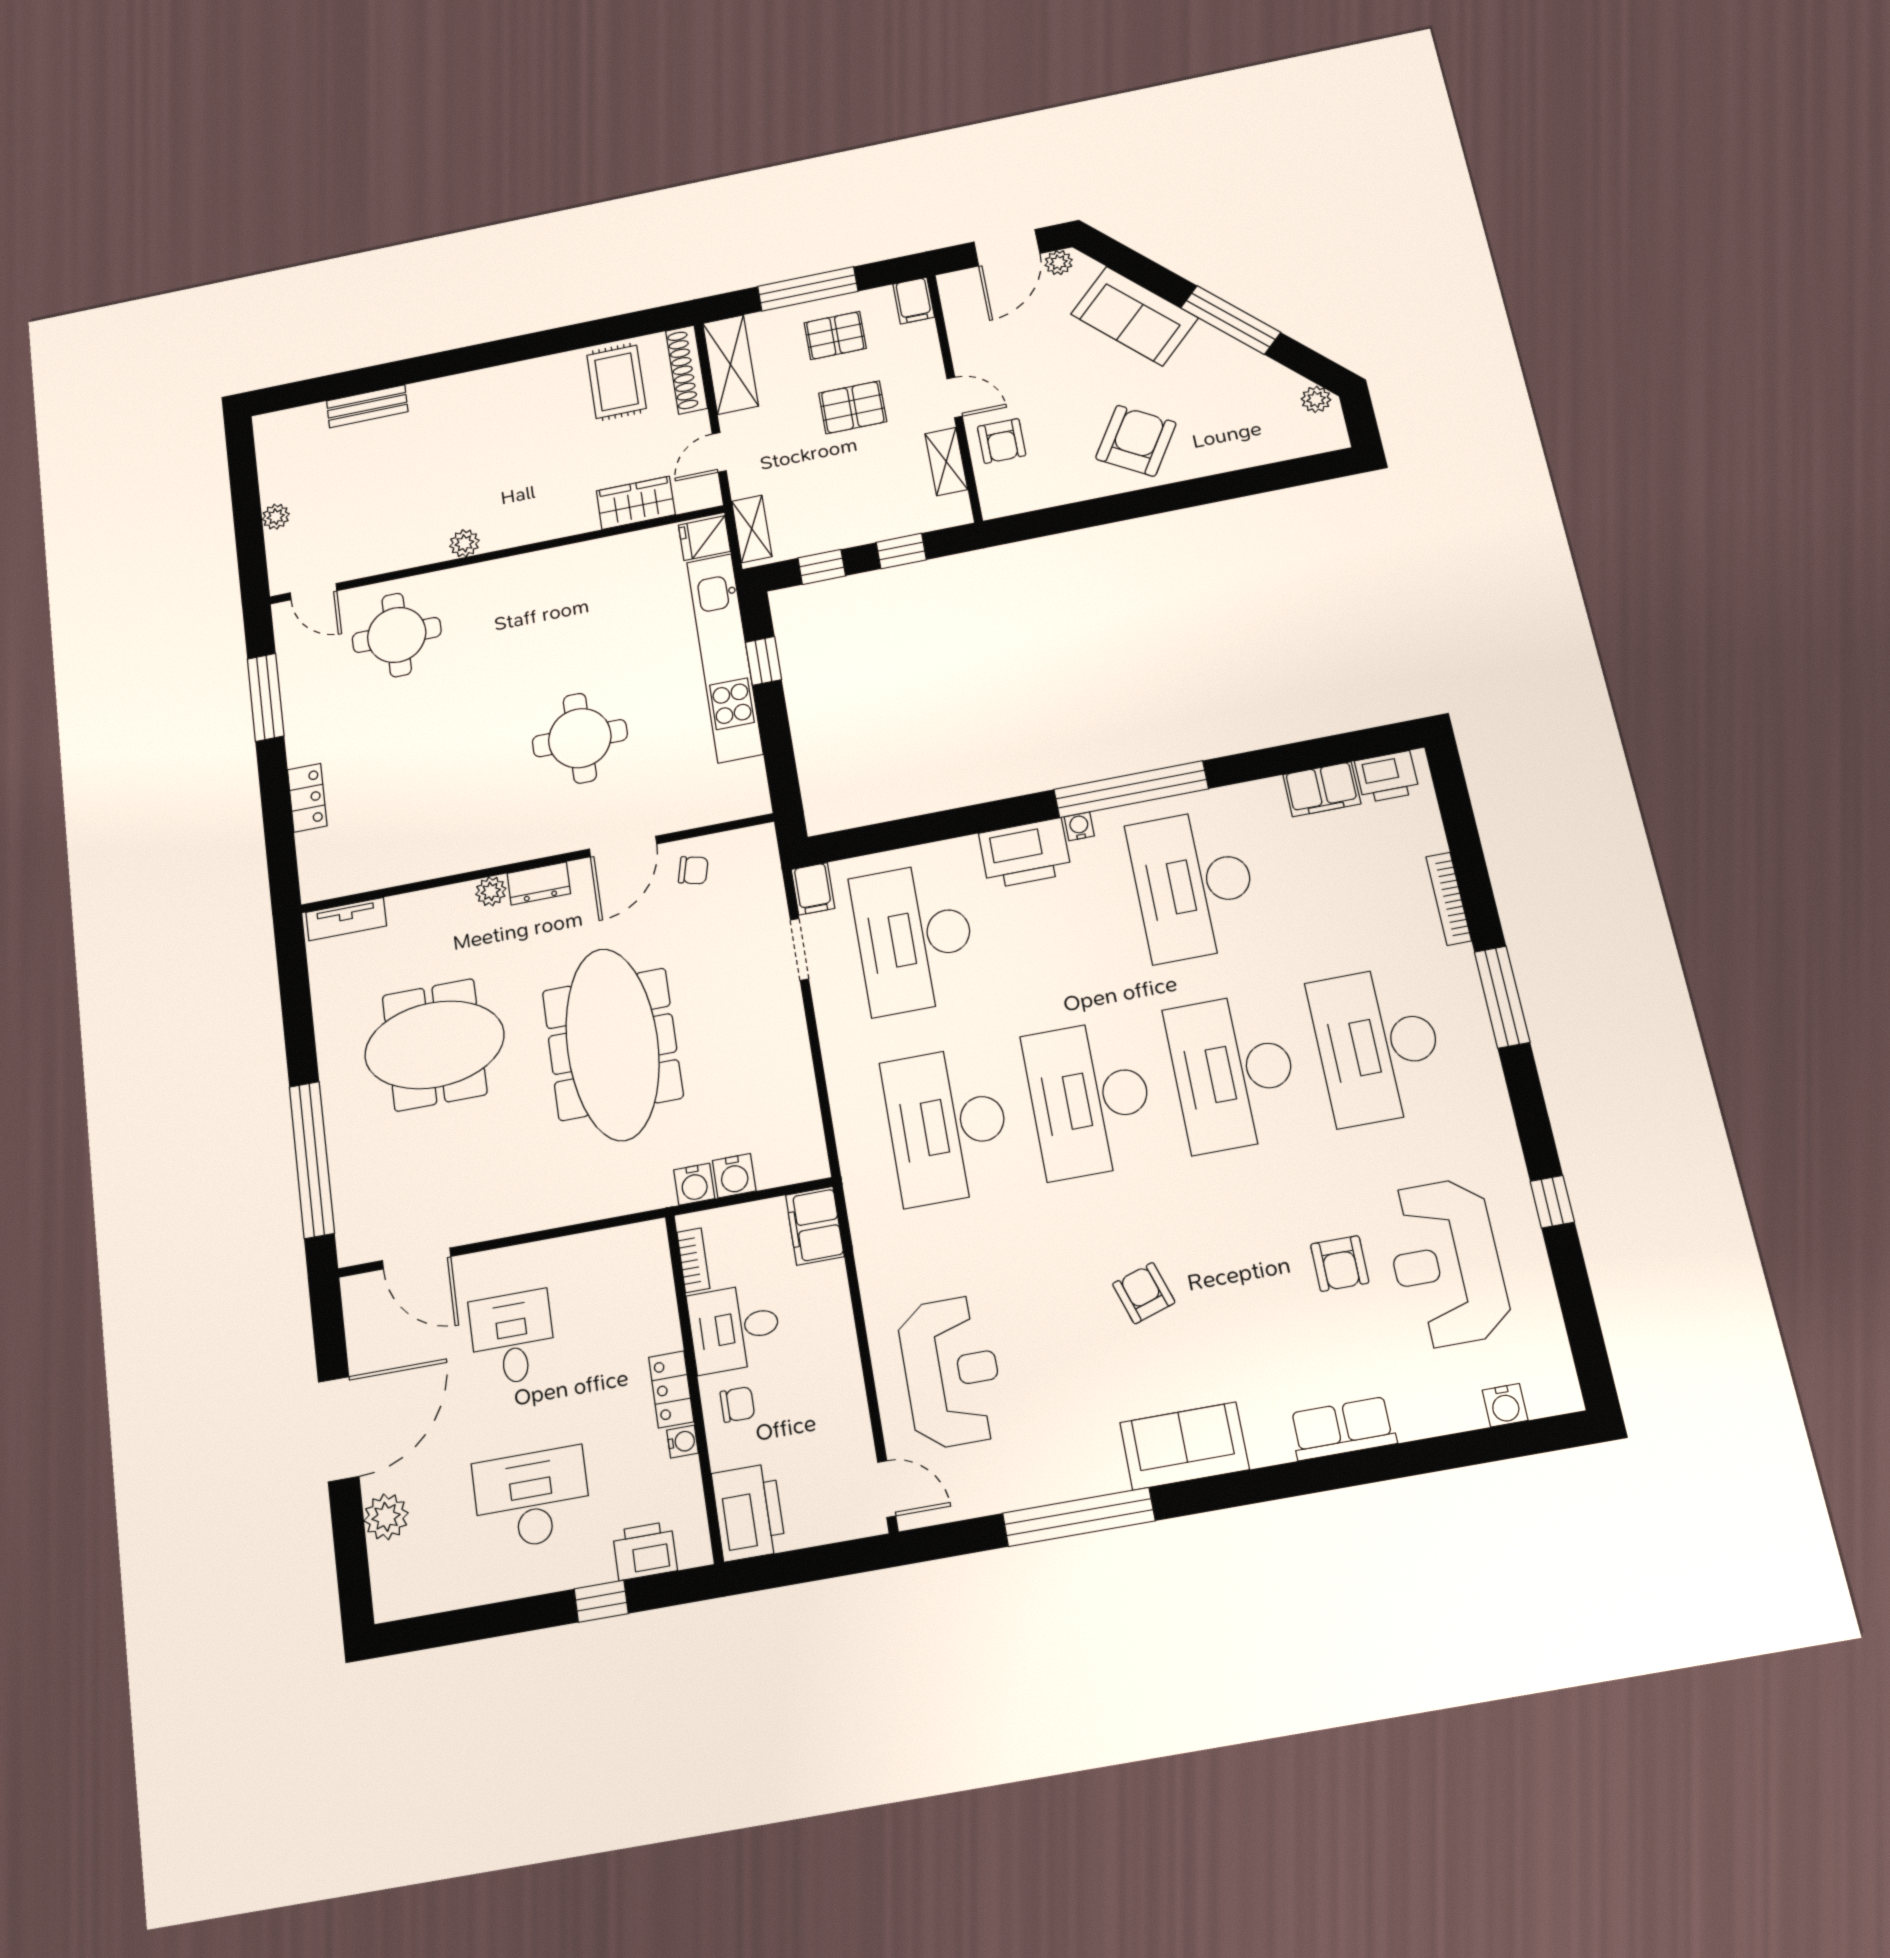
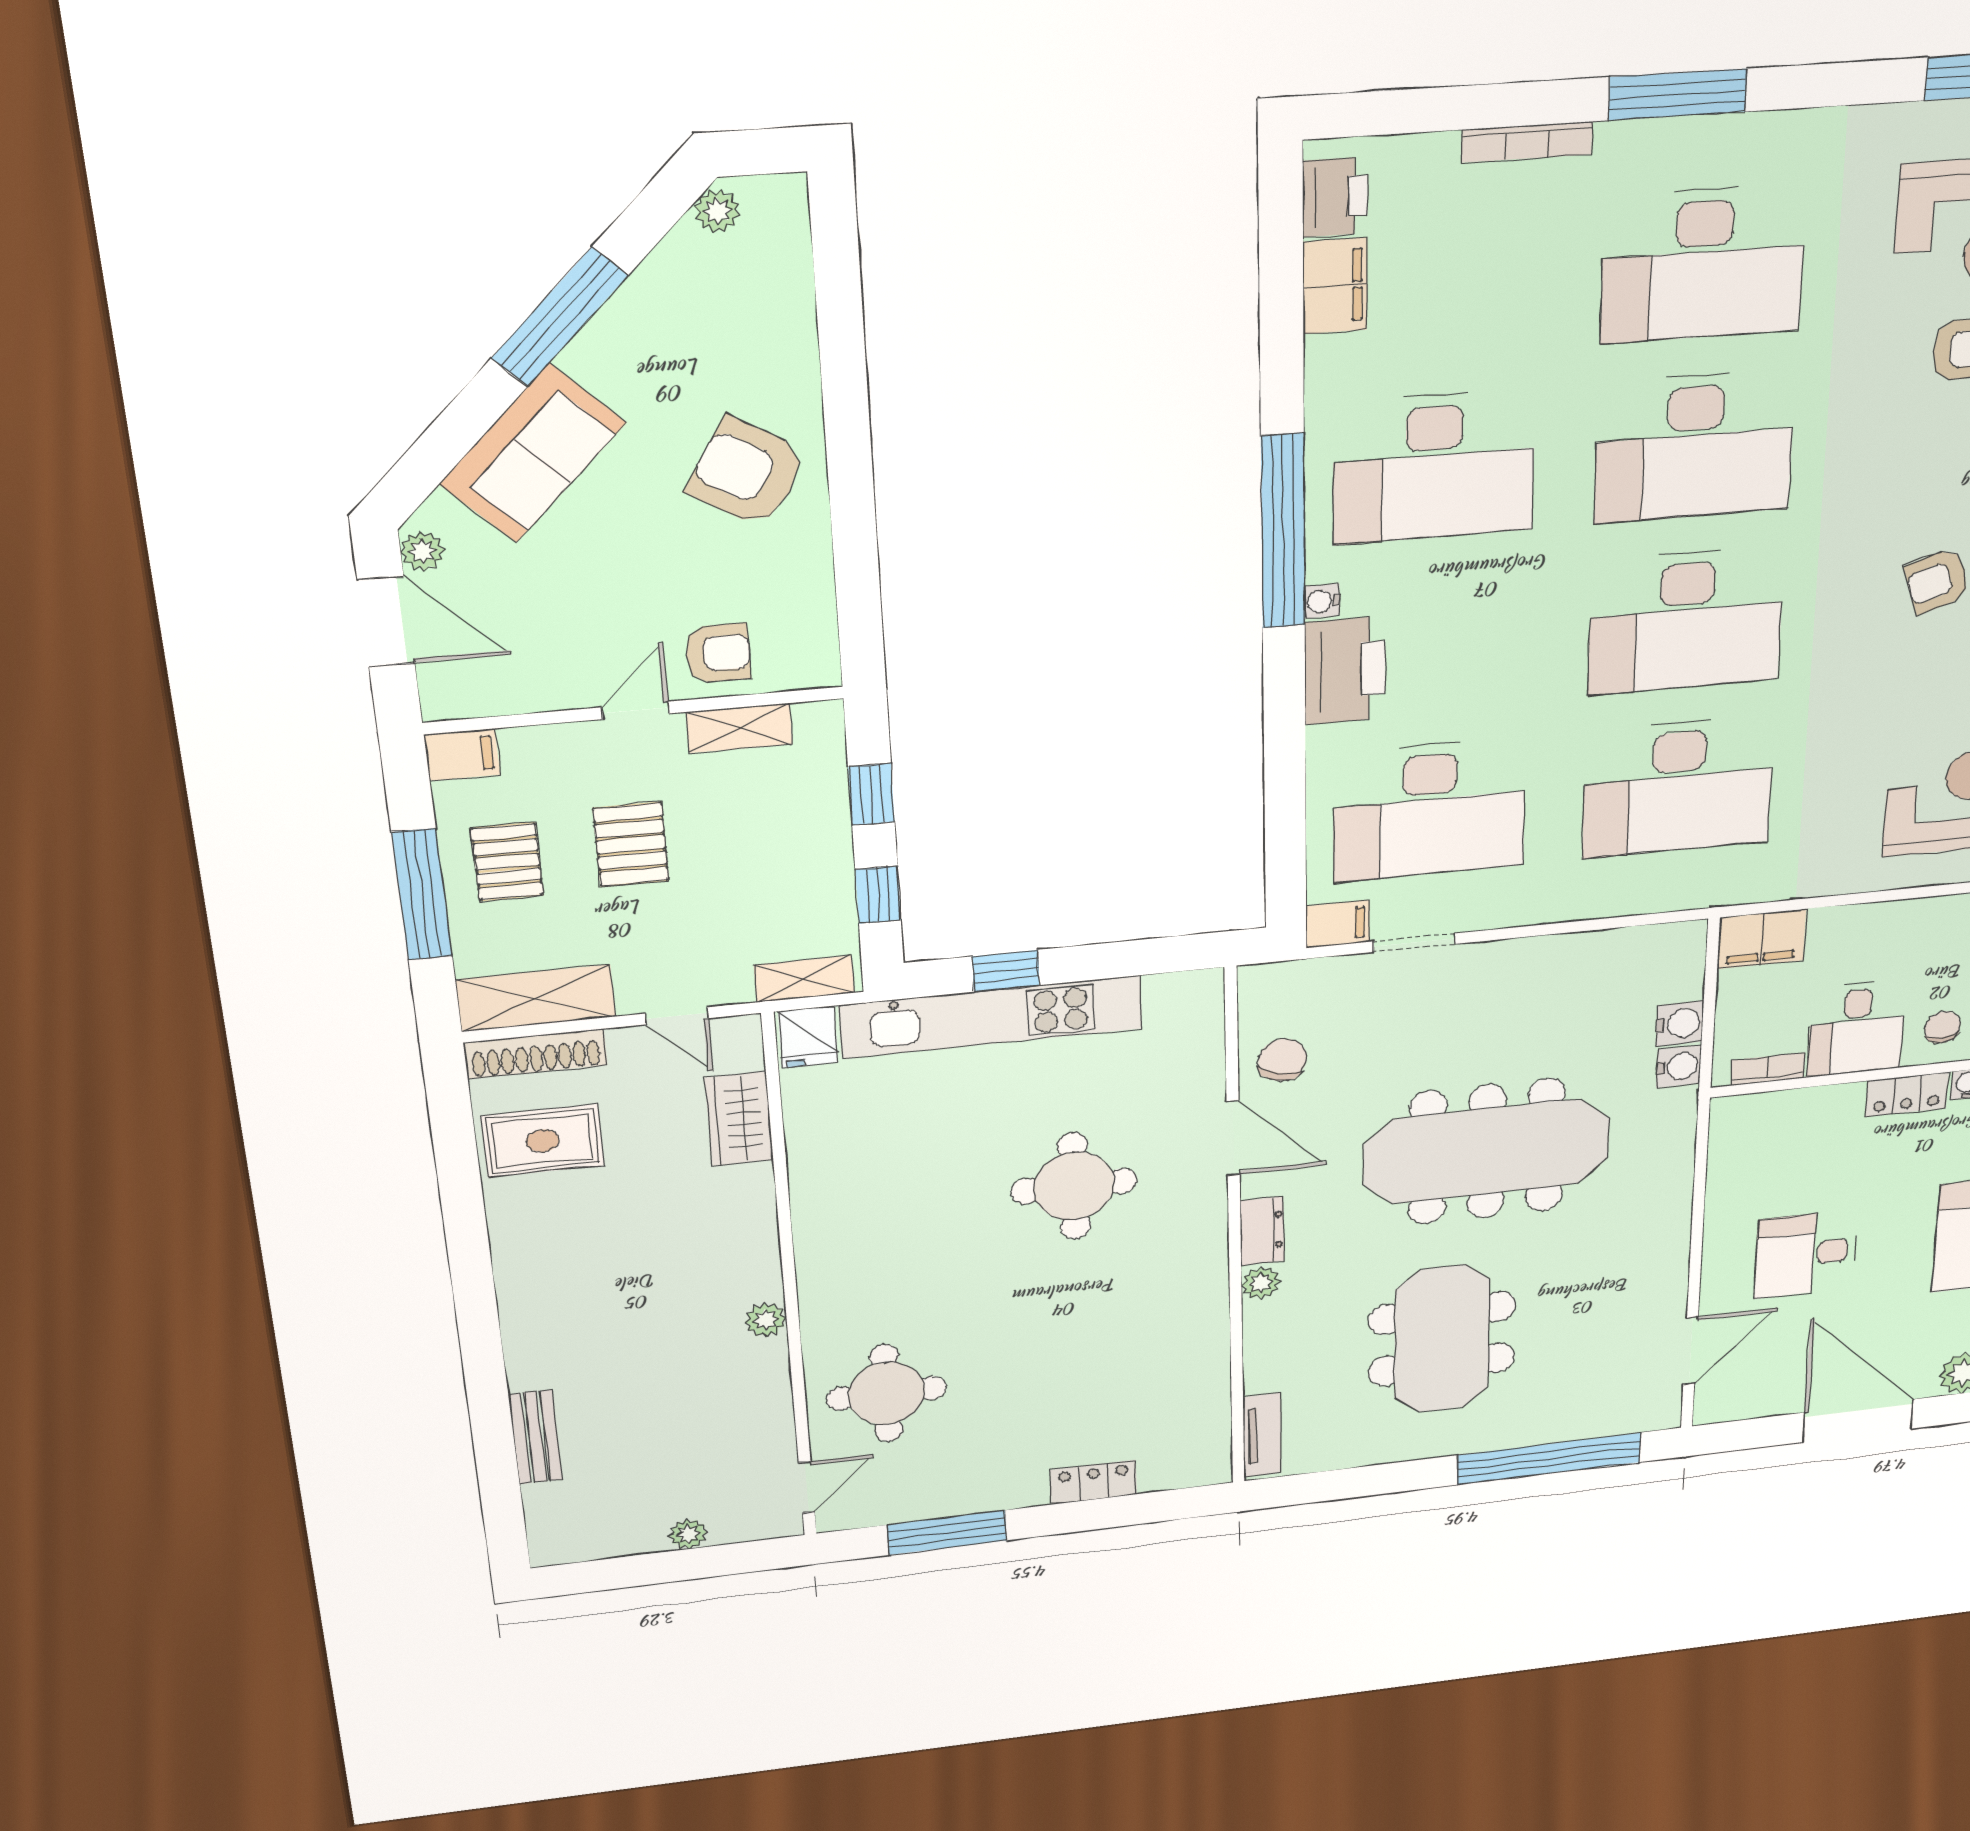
chair: (693, 870) -> (1282, 1060), width x1.37, depth x1.37

